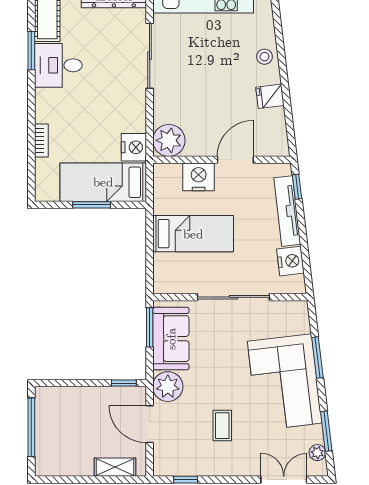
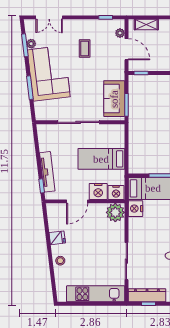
nightstand: (290, 261) -> (116, 192), moved, turned -83
plant: (168, 387) -> (120, 33), moved, width x0.53, depth x0.53
plant: (317, 453) -> (31, 44), moved

